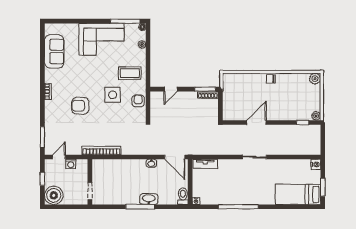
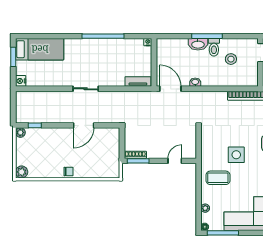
armchair: (138, 101) -> (209, 148), removed
stool: (118, 185) -> (231, 59), added
toilet: (183, 196) -> (214, 47), moved

